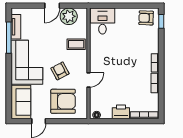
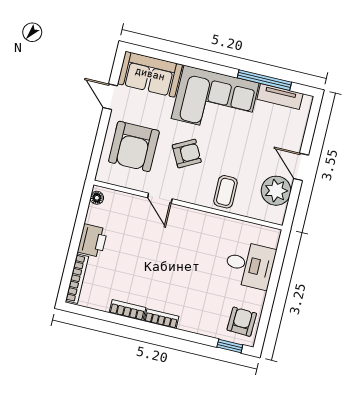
desk: (102, 21) -> (250, 265), moved

